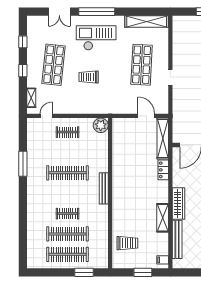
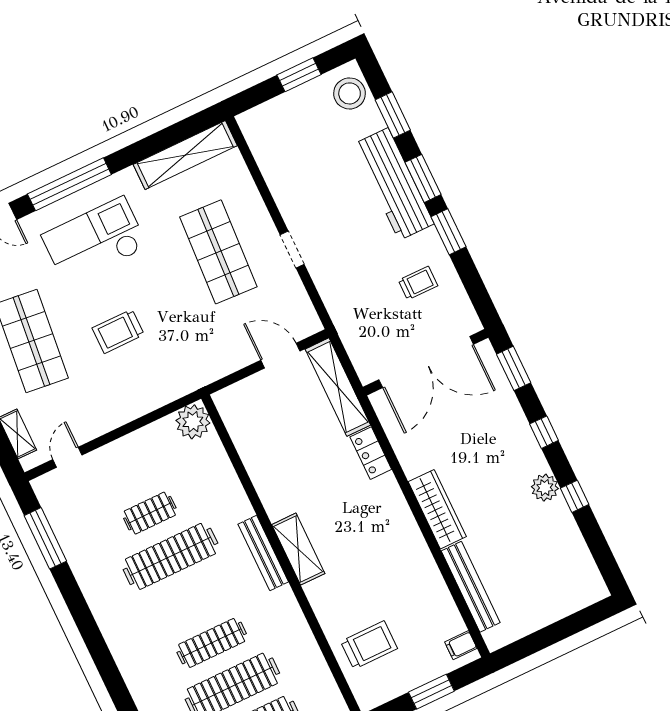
clothes rail: (67, 132) -> (150, 513), moved
window: (23, 164) -> (45, 538), moved
clothes rail: (67, 214) -> (212, 643), width x1.36
shelving: (163, 218) -> (298, 549), moved

